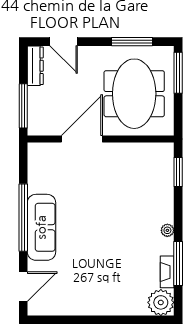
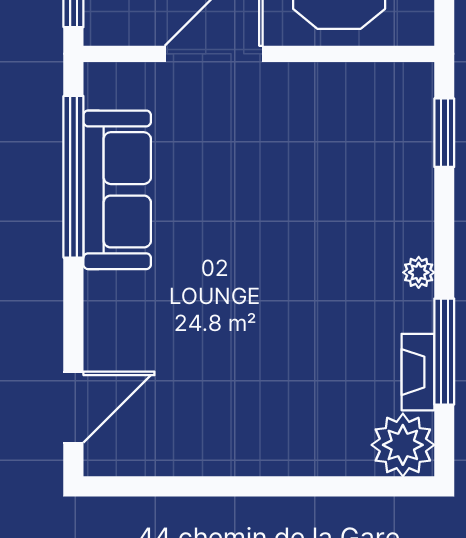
window: (23, 218) -> (73, 177), moved
sofa: (41, 227) -> (117, 190), moved

